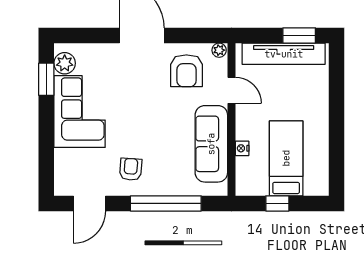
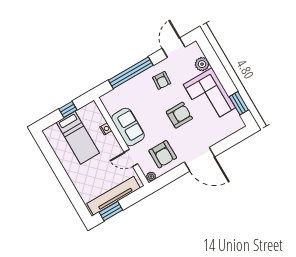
plant: (65, 63) -> (202, 64), moved
armchair: (186, 71) -> (163, 154), turned 180
armchair: (134, 110) -> (179, 115), added
sofa: (211, 144) -> (128, 127), width x0.73

